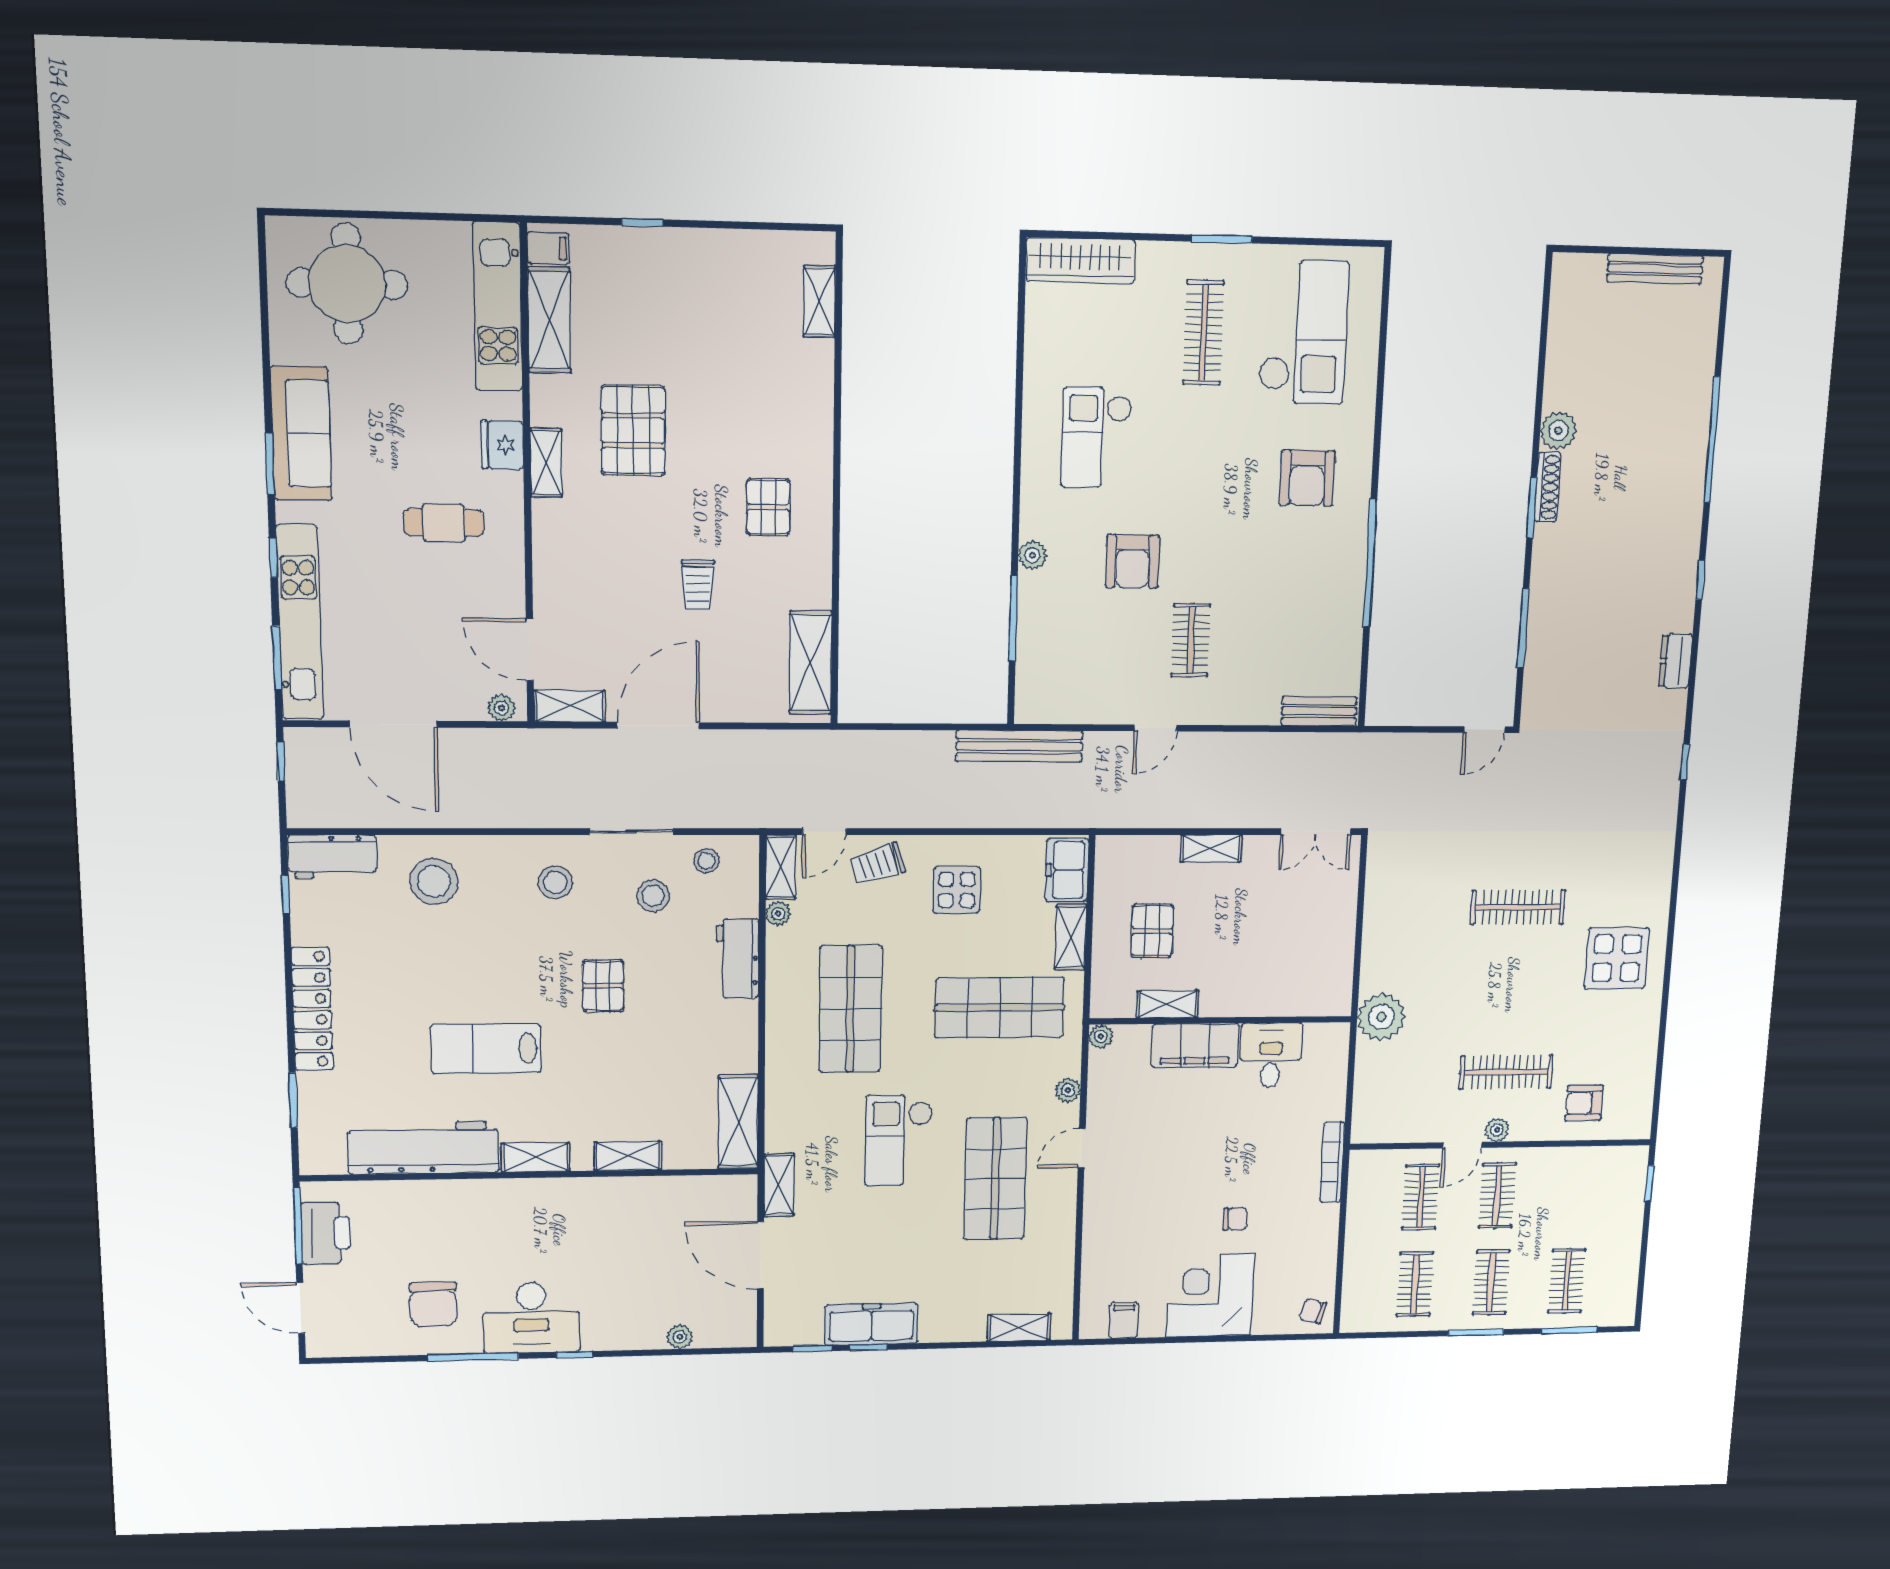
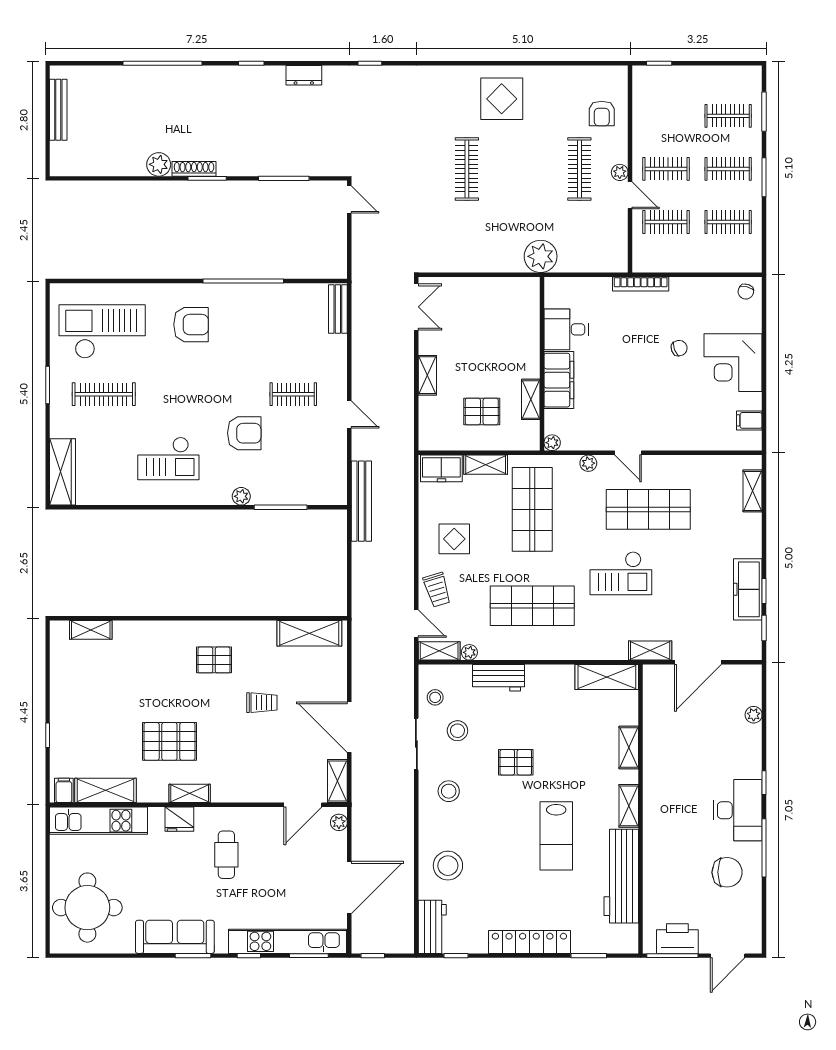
chair: (1235, 1219) -> (679, 348), turned 69

